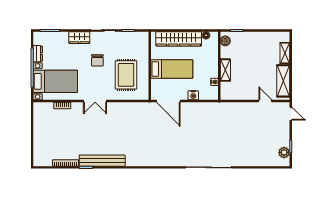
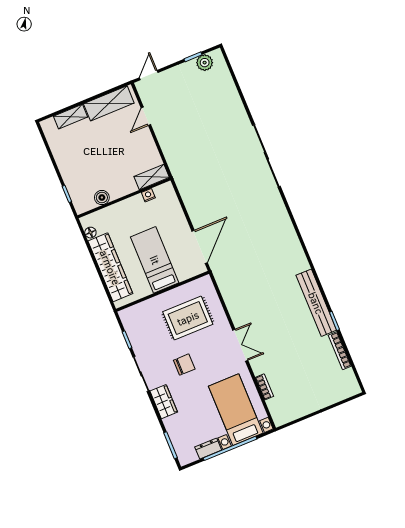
boiler: (225, 41) -> (102, 198), moved
shelving: (225, 70) -> (152, 177), moved
nightstand: (193, 95) -> (178, 216), removed

